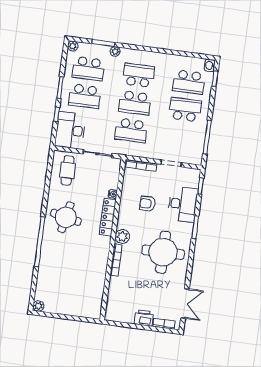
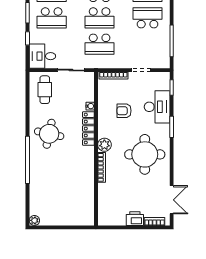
desk: (70, 130) -> (42, 56), width x0.73

